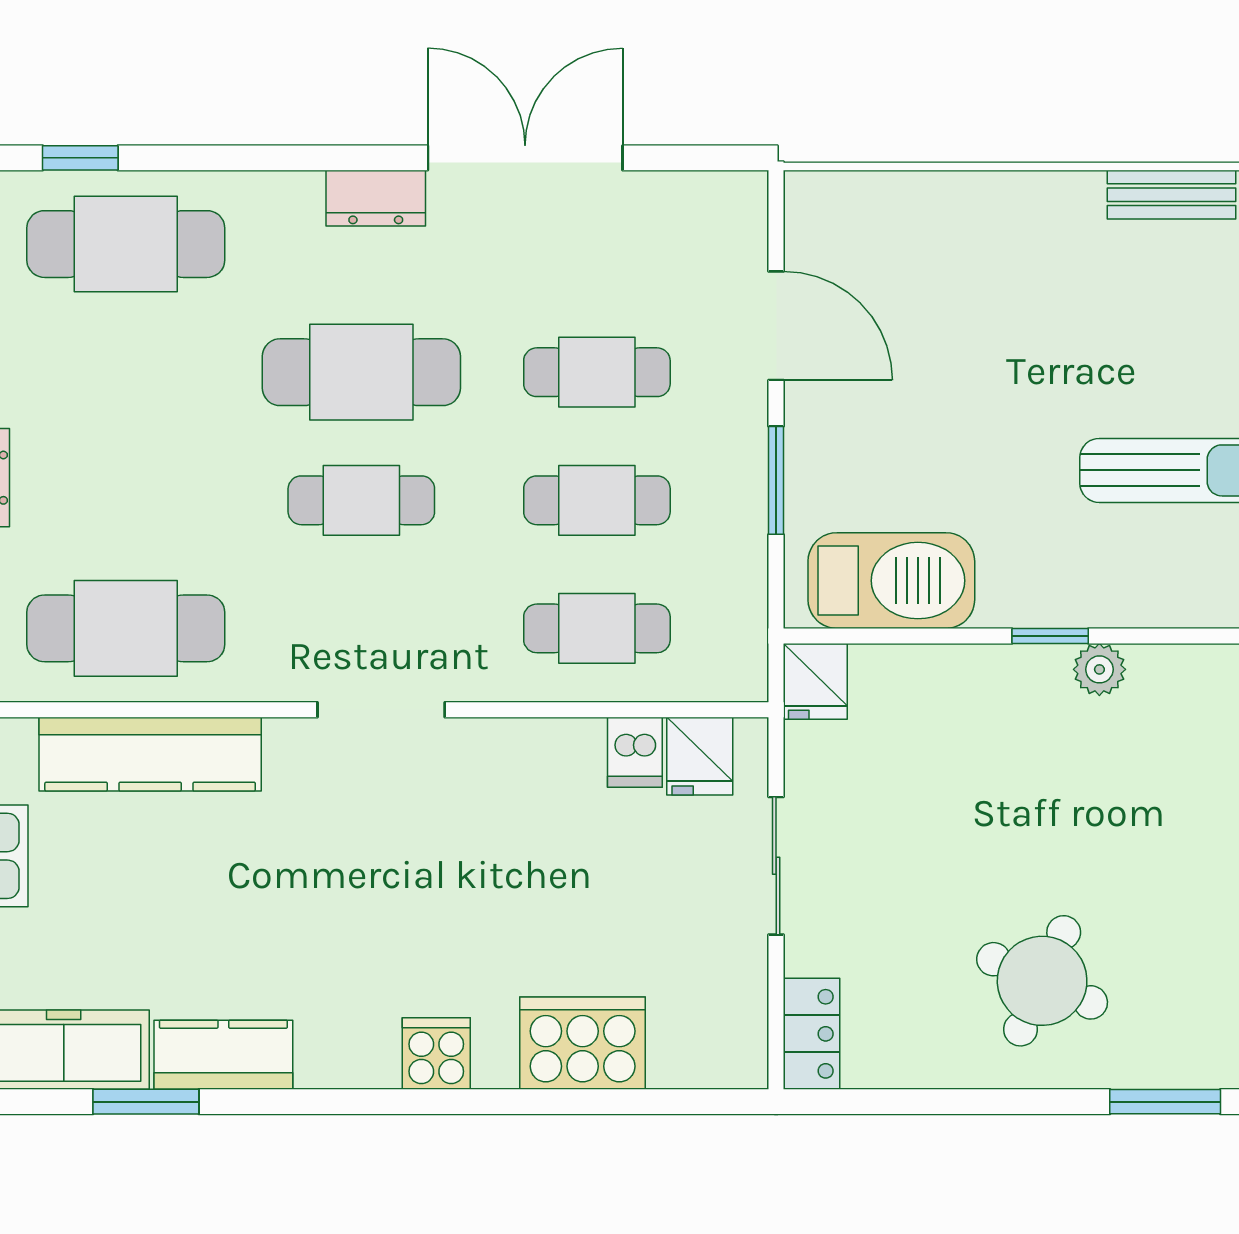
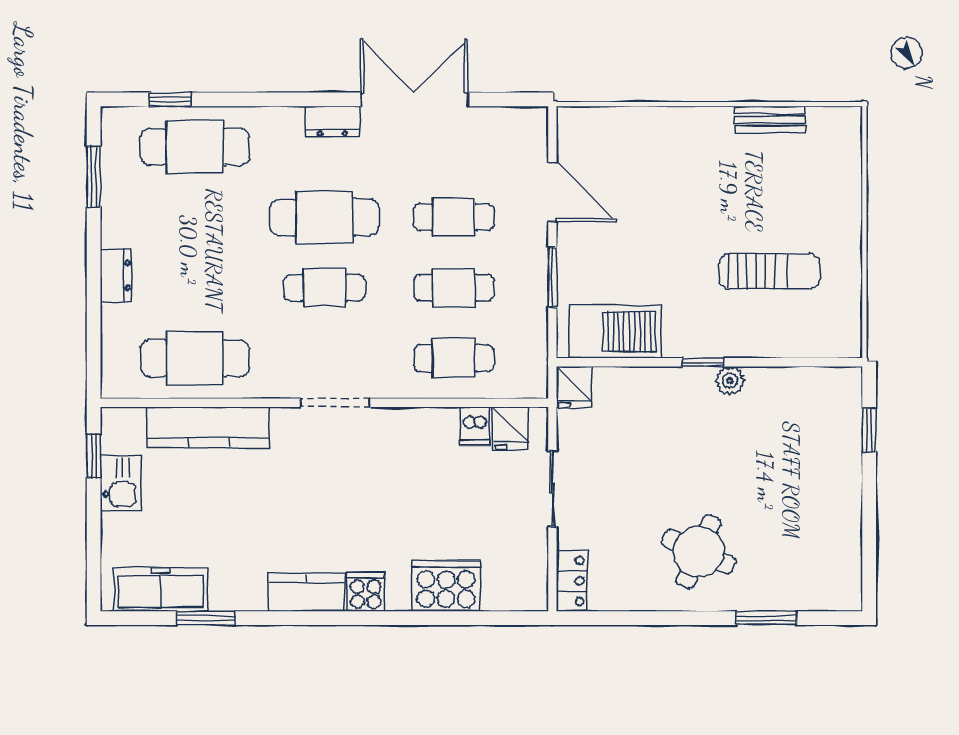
kitchen counter: (223, 1055) -> (306, 592), moved

